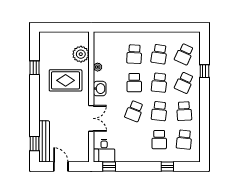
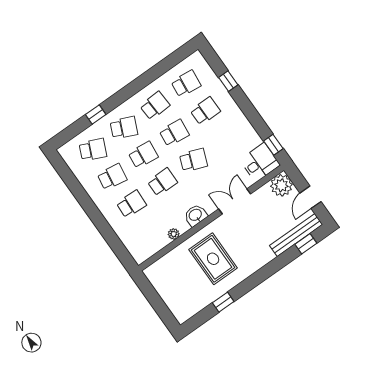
plant: (81, 54) -> (281, 185), moved

